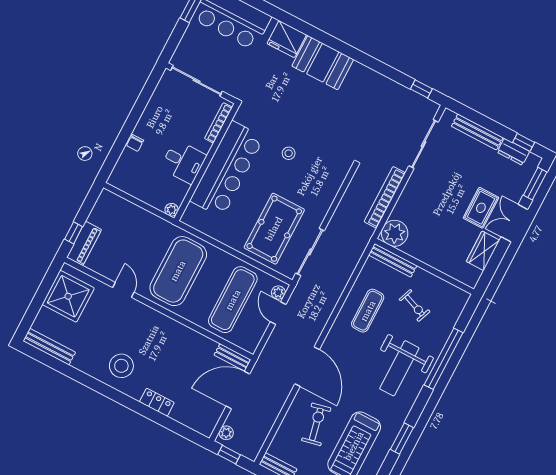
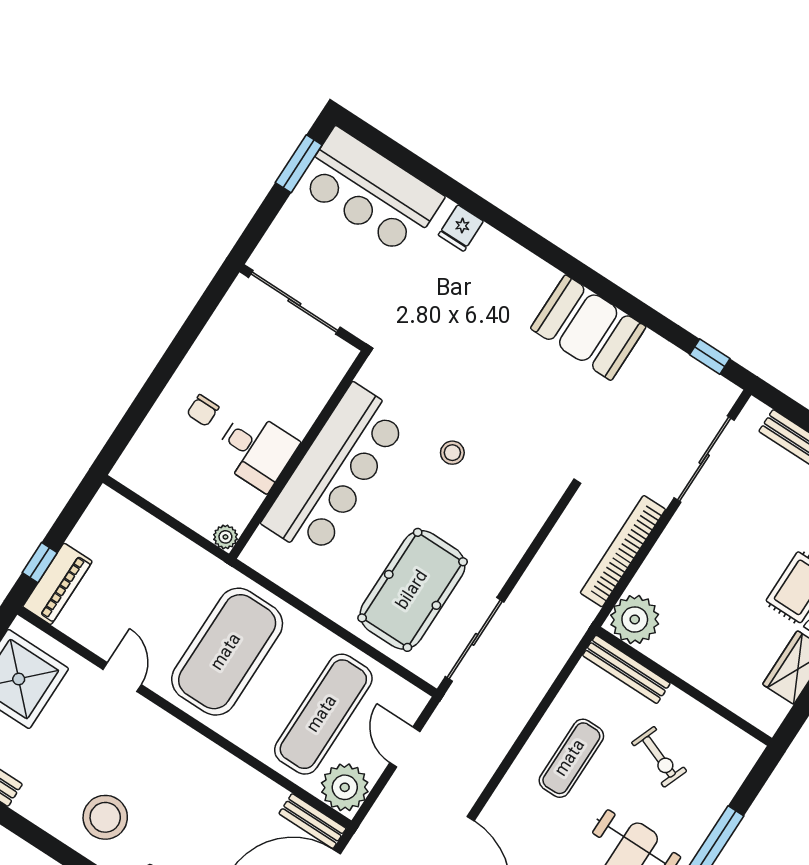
fridge: (287, 39) -> (461, 228), width x0.53, depth x0.75
booth: (323, 63) -> (588, 328), moved
bookcase: (218, 123) -> (328, 384), removed
chair: (135, 143) -> (203, 410), moved
plant: (278, 293) -> (345, 787), moved, width x1.87, depth x1.87

